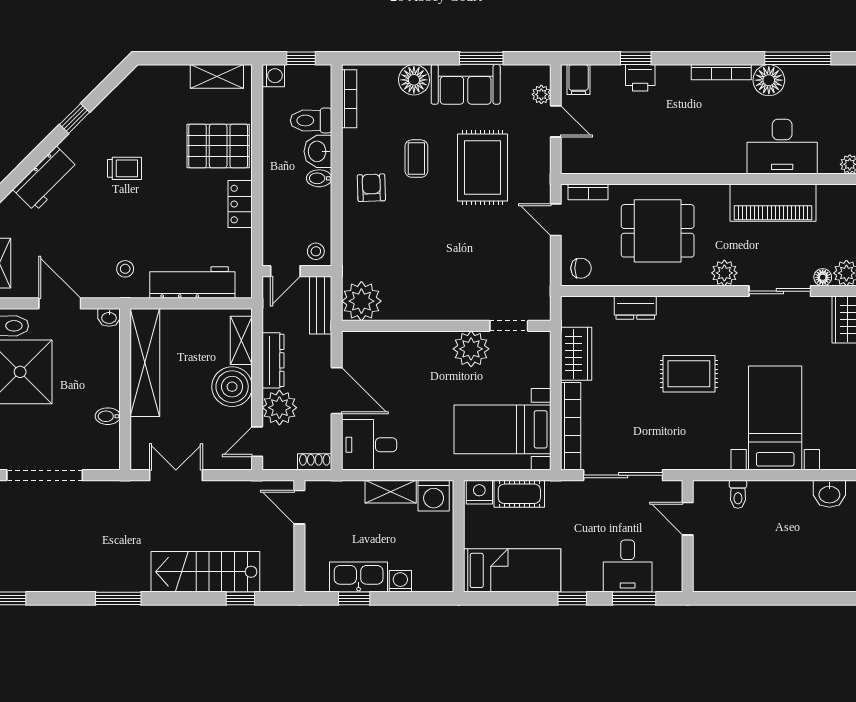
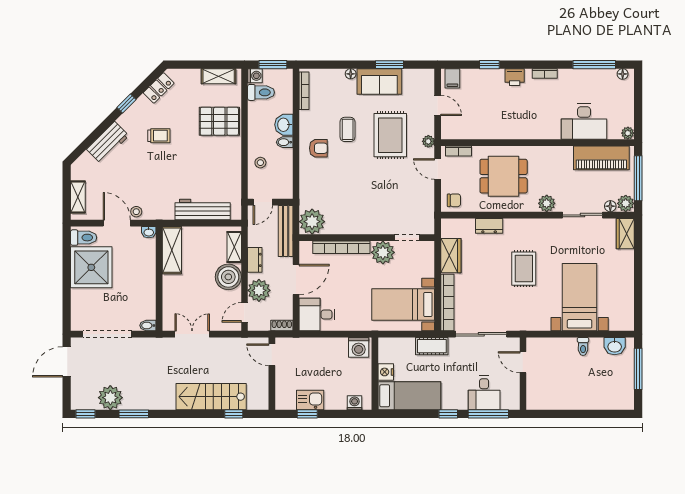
window: (301, 58) -> (273, 65), width x1.50
bookcase: (721, 72) -> (545, 74), width x0.64
printer: (640, 78) -> (515, 77), moved
floor lamp: (414, 80) -> (351, 74), width x0.53, depth x0.53
floor lamp: (769, 80) -> (623, 74), moved, width x0.53, depth x0.53
plant: (541, 94) -> (428, 141), moved
toilet: (311, 120) -> (261, 92), moved, turned 180
armchair: (371, 188) -> (318, 148), turned 92
piano: (773, 203) -> (601, 158), moved
locker: (240, 204) -> (159, 88), moved, turned -135
stool: (316, 251) -> (260, 163), moved
stool: (125, 269) -> (136, 212), moved
bench: (321, 305) -> (286, 231), width x1.36
bookcase: (407, 341) -> (341, 247), added
dresser: (273, 360) -> (255, 260), width x0.70
shelving: (145, 362) -> (172, 250), width x0.68
rug: (689, 374) -> (524, 269), turned 90
door: (337, 391) -> (296, 280), hinge flipped
bidet: (108, 416) -> (148, 325), moved
shelving: (391, 492) -> (331, 345), removed
nightstand: (479, 492) -> (386, 372), moved, turned -90
cot: (519, 494) -> (432, 346), moved
toilet: (738, 494) -> (583, 347), moved
plant: (50, 573) -> (110, 398), added
kitchen sink: (359, 577) -> (310, 400), width x0.73
washing machine: (400, 581) -> (355, 403), moved
window: (118, 598) -> (134, 414), moved
window: (634, 598) -> (488, 414), width x1.44

